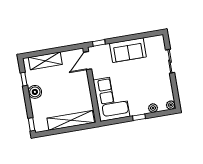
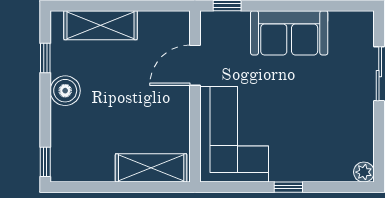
door: (88, 61) -> (195, 65), moved
plant: (153, 108) -> (323, 172), removed
shelving: (71, 120) -> (151, 168), width x0.68

